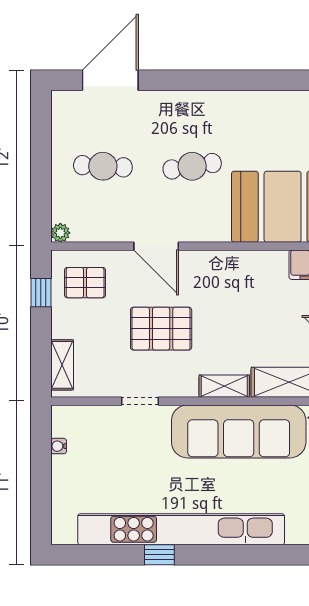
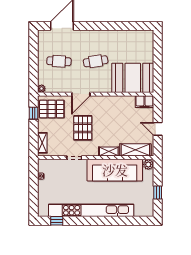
door: (156, 246) -> (81, 94), hinge flipped
pallet: (85, 283) -> (52, 109), width x1.50, depth x1.42
pallet: (161, 329) -> (83, 128), turned 90
window: (159, 555) -> (57, 221), moved

